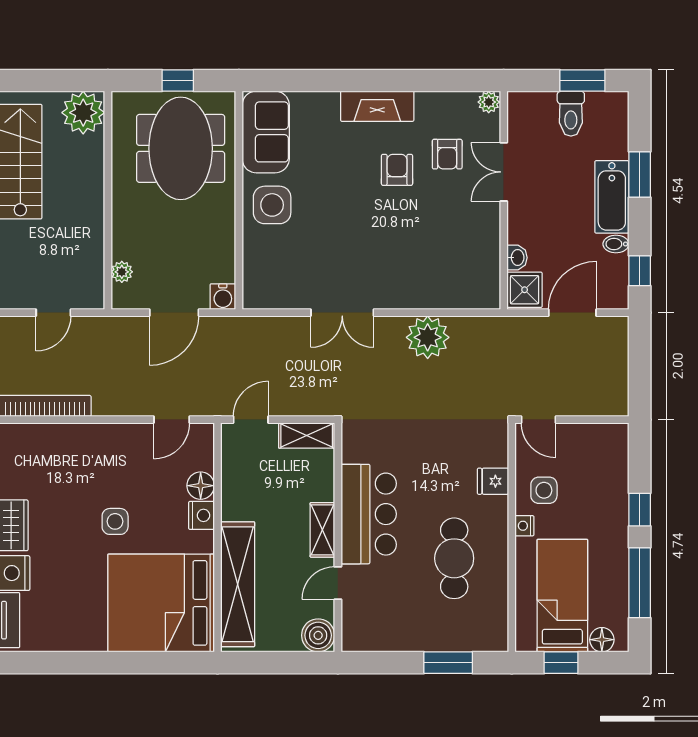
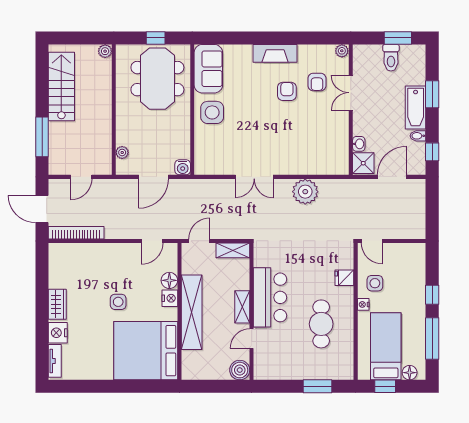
plant: (83, 113) -> (105, 51), width x0.53, depth x0.53
shelving: (238, 584) -> (192, 312), moved

